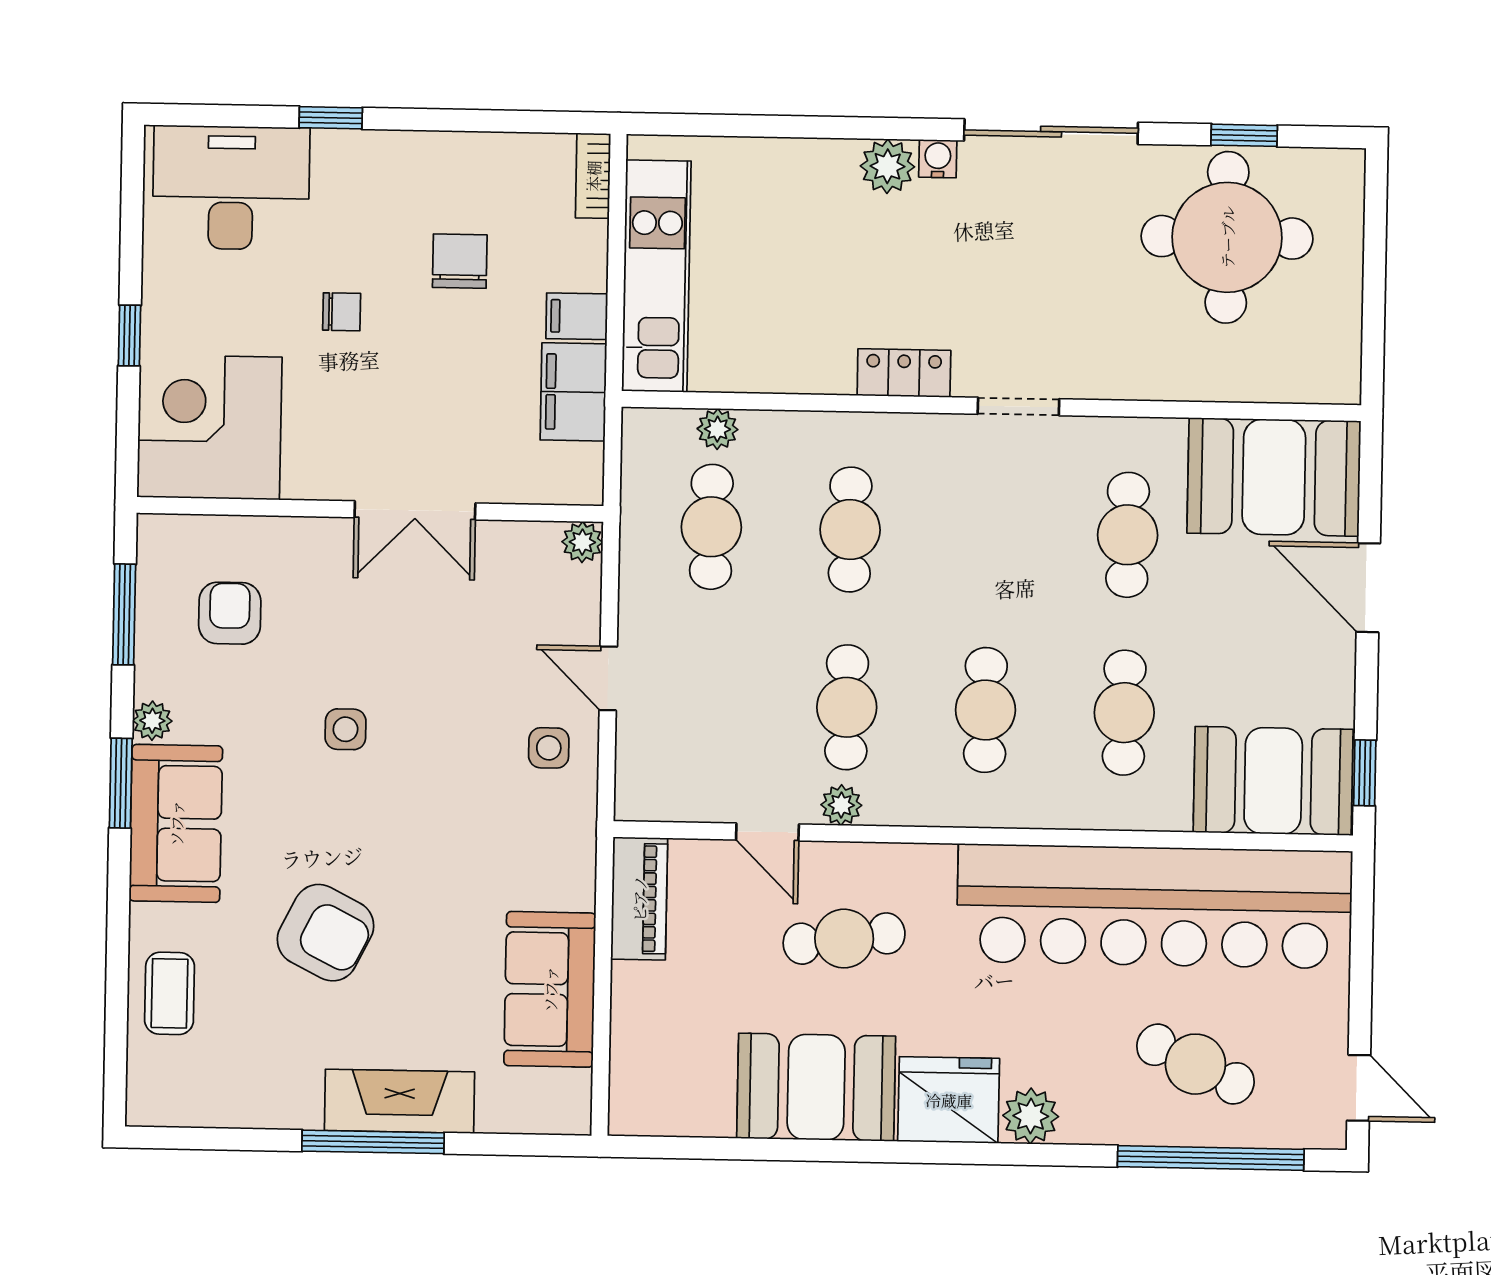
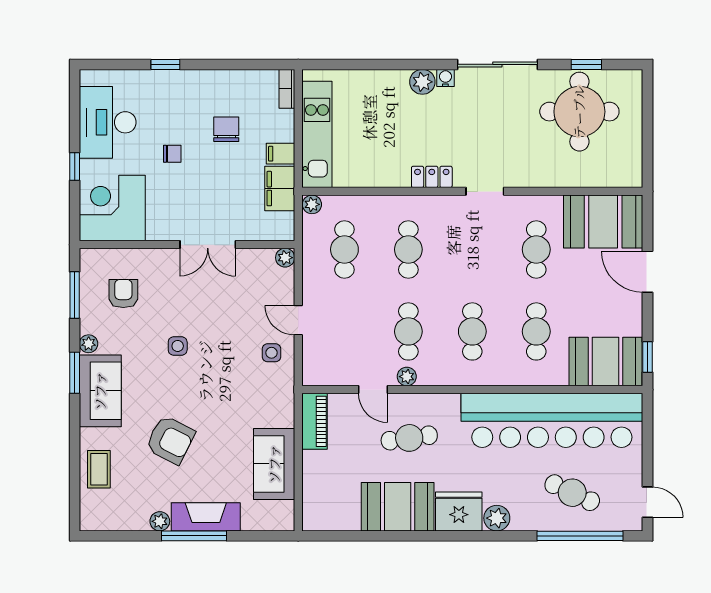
desk: (231, 188) -> (108, 122), moved, turned -90
plant: (717, 429) -> (312, 204), moved
plant: (299, 1109) -> (160, 521), added

